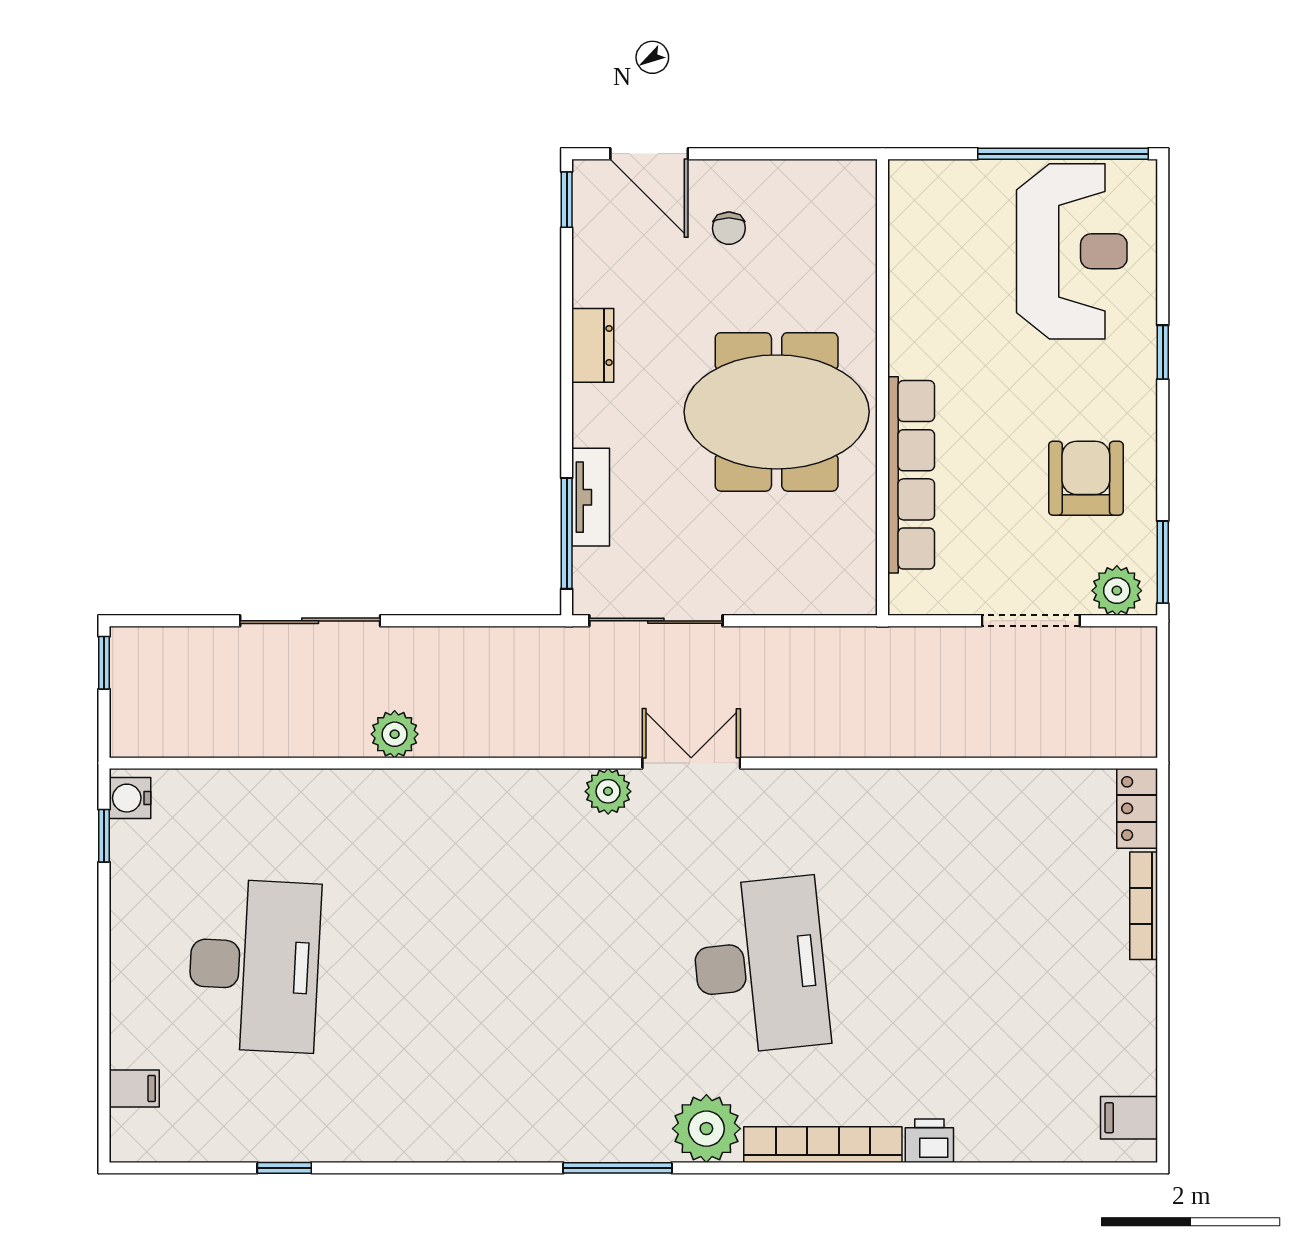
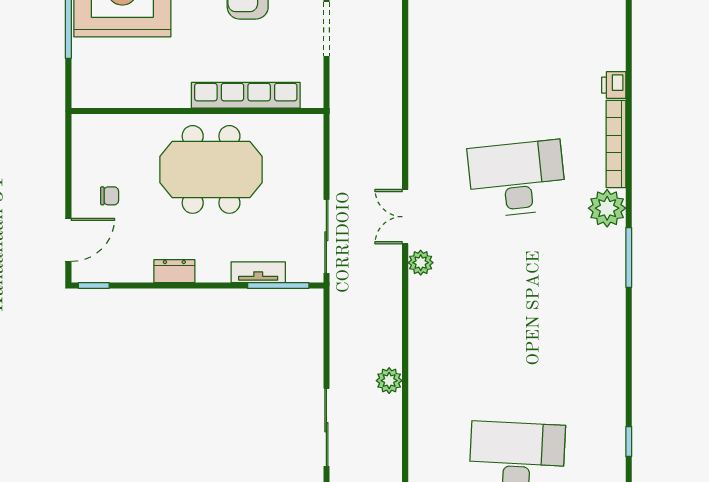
meeting table: (777, 412) -> (211, 169), turned 90

